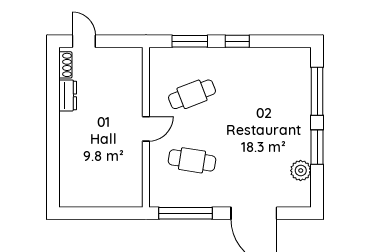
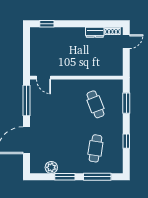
window: (237, 41) -> (126, 141), moved
door: (146, 129) -> (44, 78), moved
cafe table: (192, 160) -> (95, 148), moved
window: (53, 178) -> (47, 24), added

